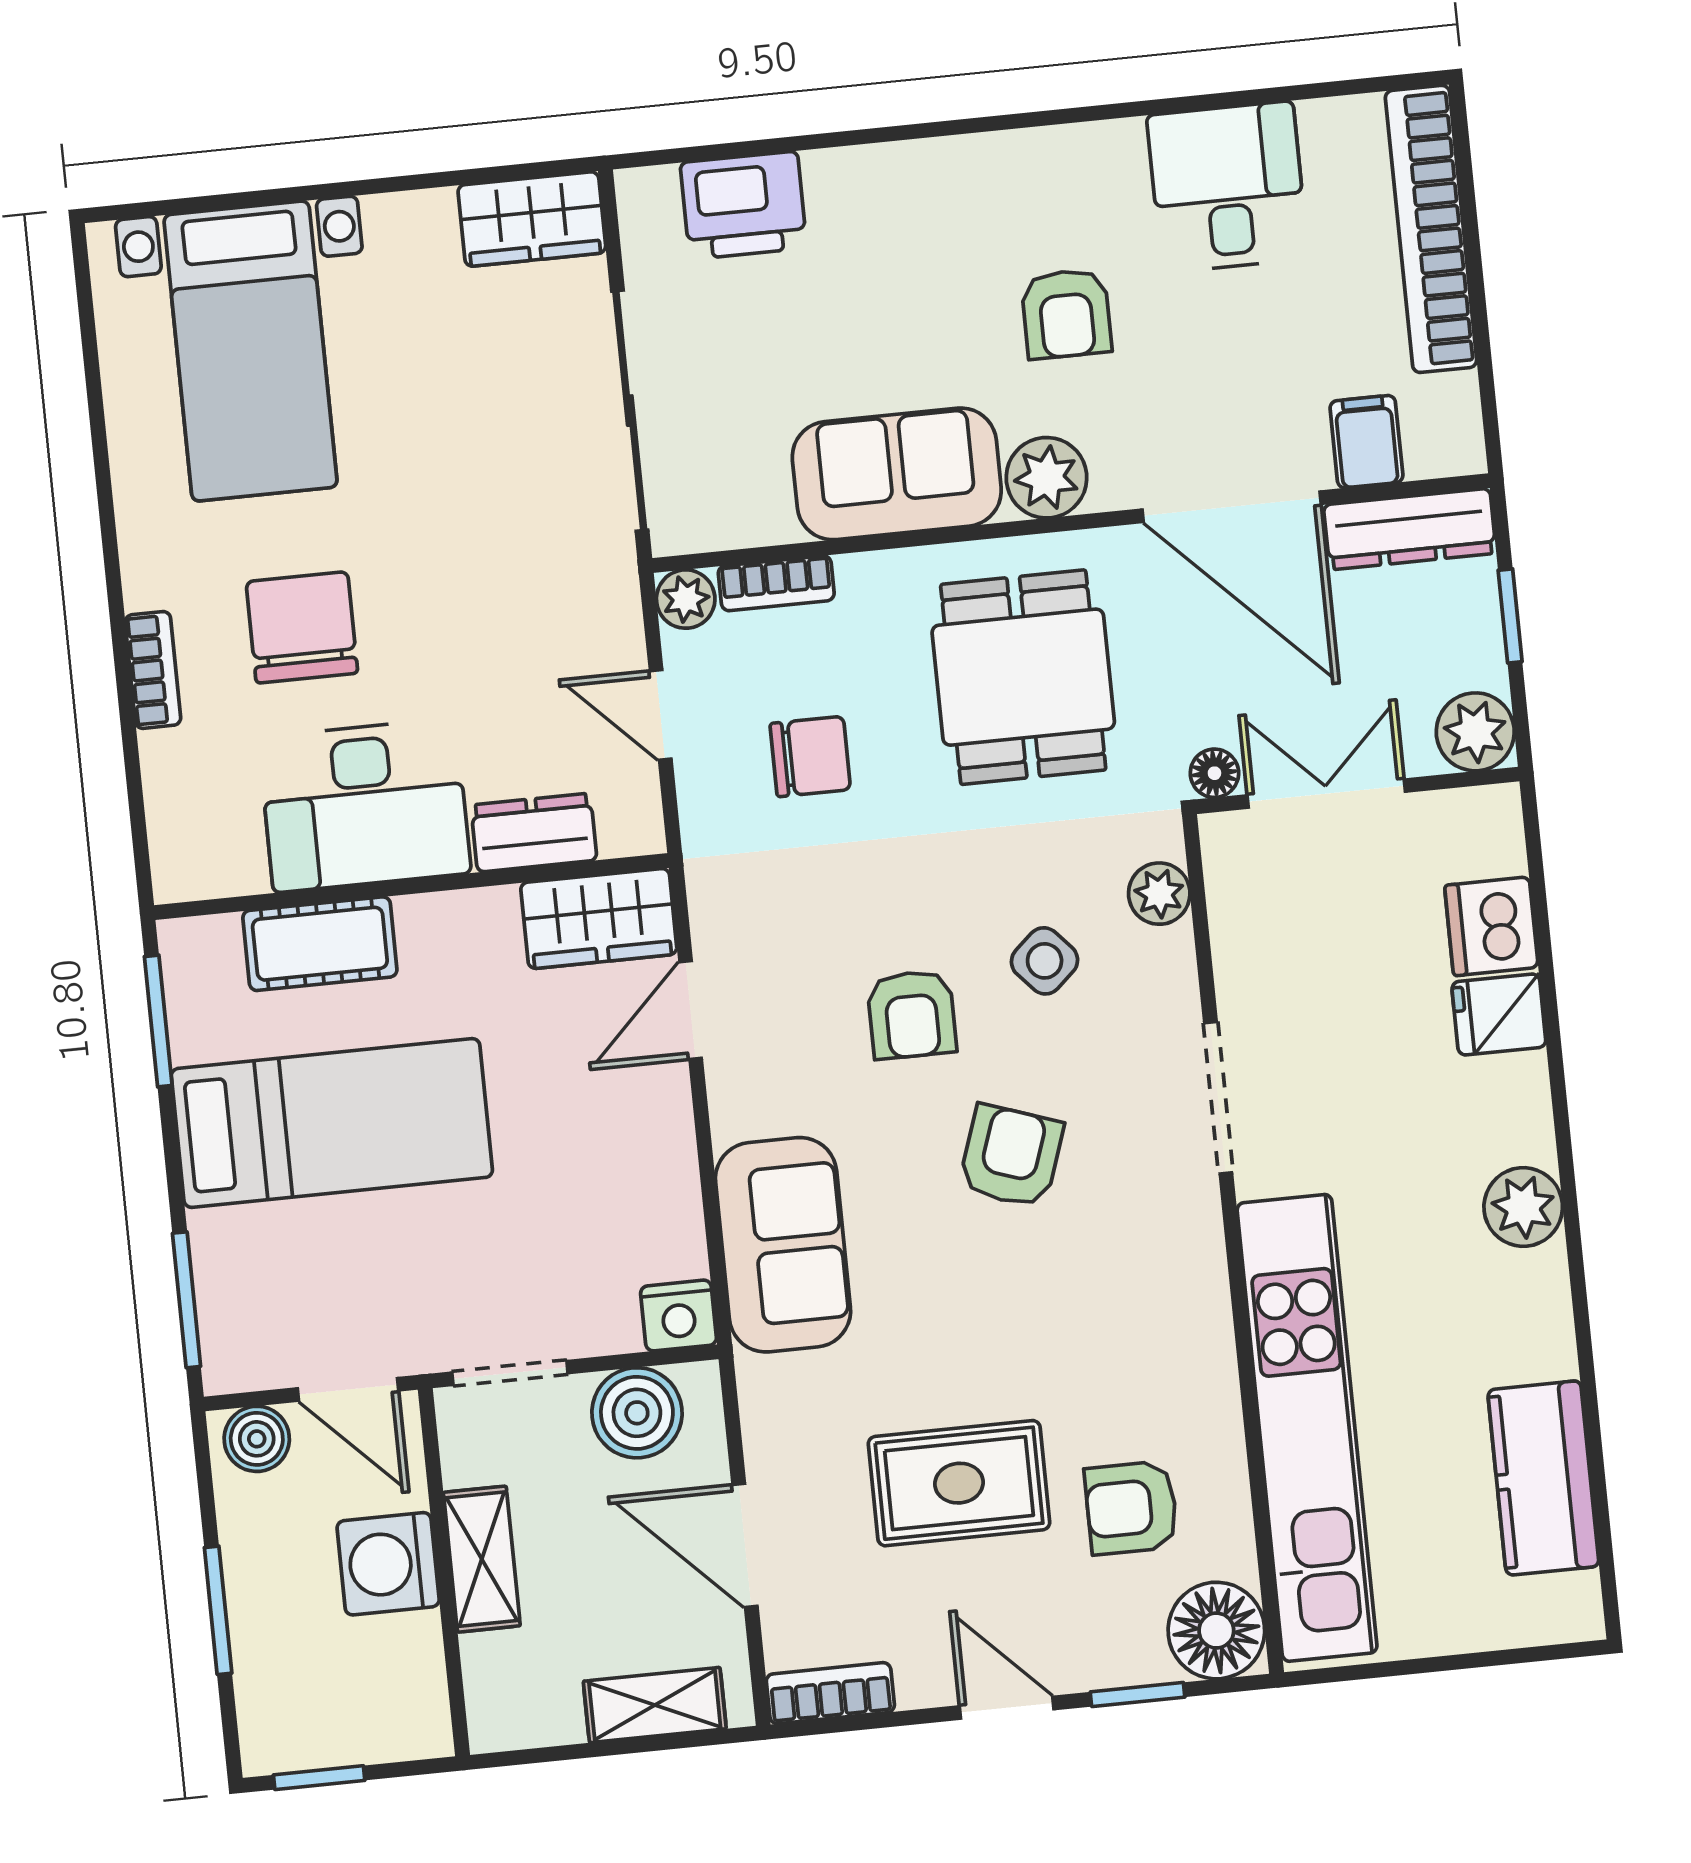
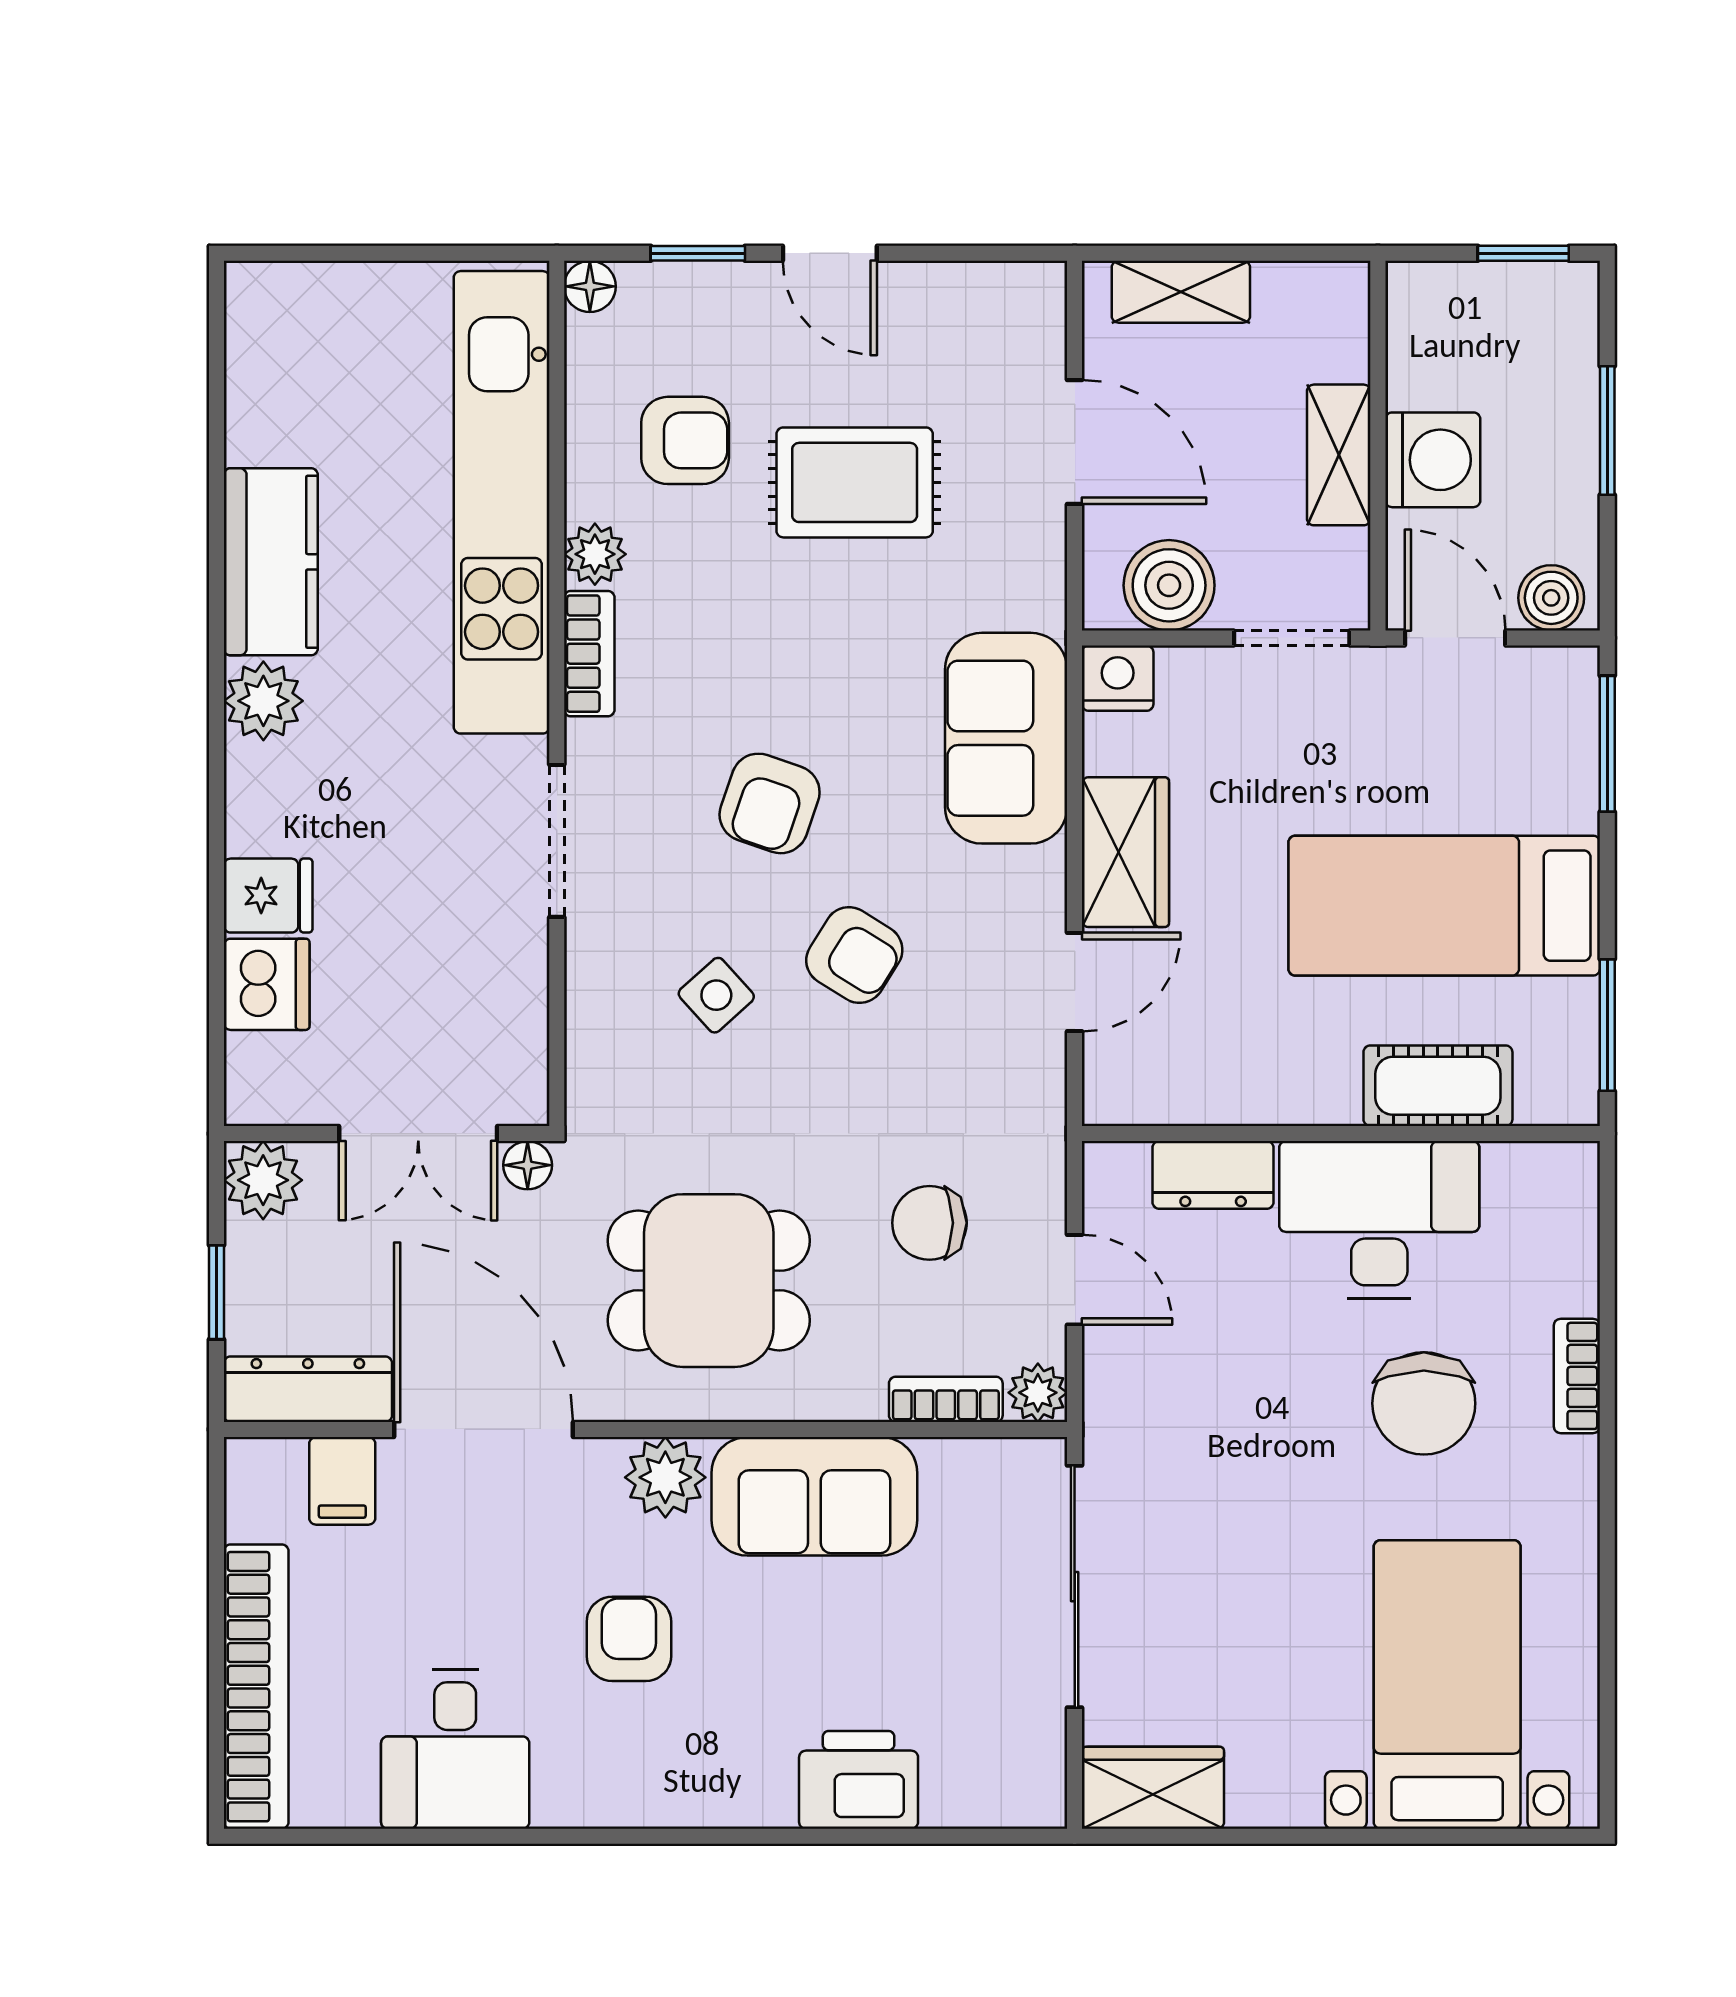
printer: (743, 205) -> (859, 1780), moved
dining table: (1023, 677) -> (709, 1281), turned 90
plant: (1159, 894) -> (595, 554), moved
wardrobe: (599, 918) -> (1125, 852), moved, turned 90
armchair: (912, 1014) -> (854, 955), turned 122
kitchen counter: (1543, 1478) -> (271, 562), moved
floor lamp: (1216, 1631) -> (590, 286), width x0.53, depth x0.53
bookcase: (830, 1693) -> (589, 654), moved, turned -90

